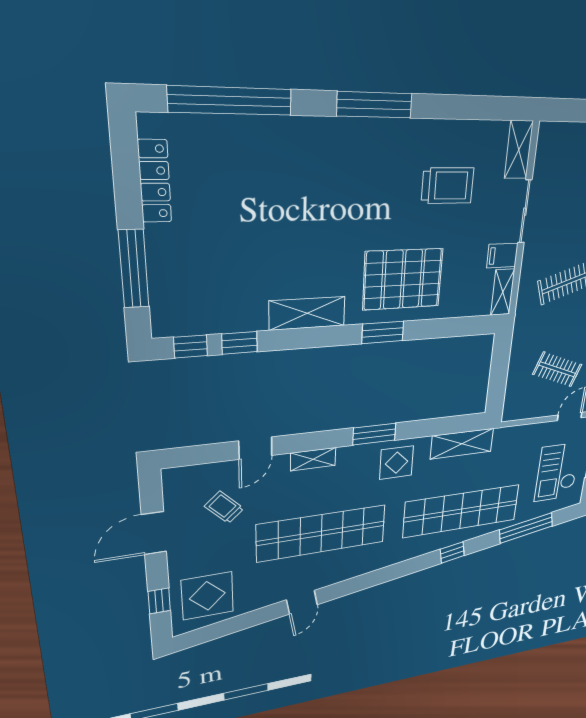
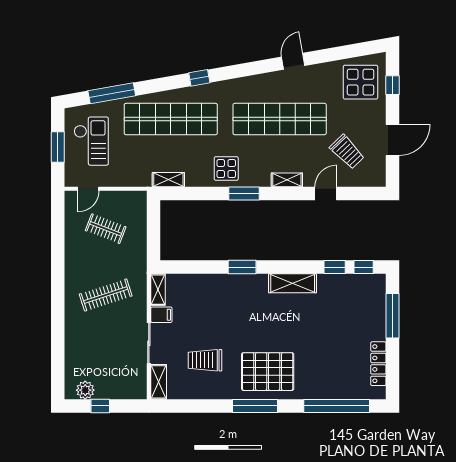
pallet: (403, 279) -> (268, 372), moved
shelving: (462, 444) -> (168, 180), width x0.67, depth x0.75
trolley: (224, 507) -> (347, 152), width x1.36, depth x1.39
window: (452, 552) -> (199, 78), moved

